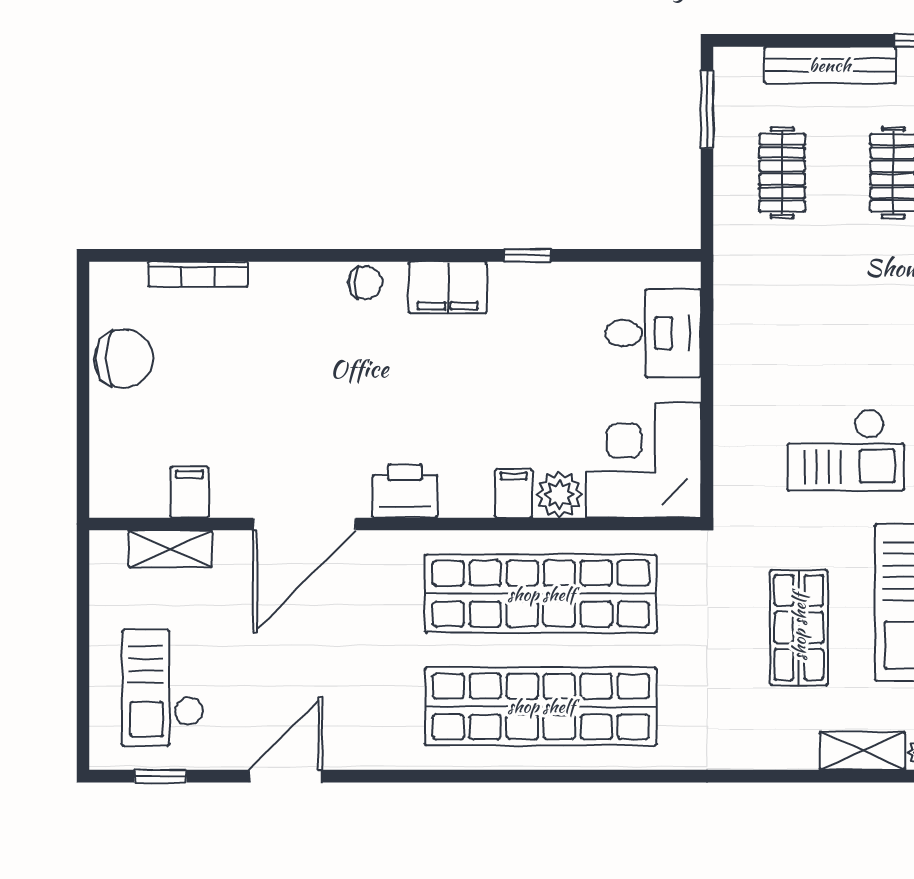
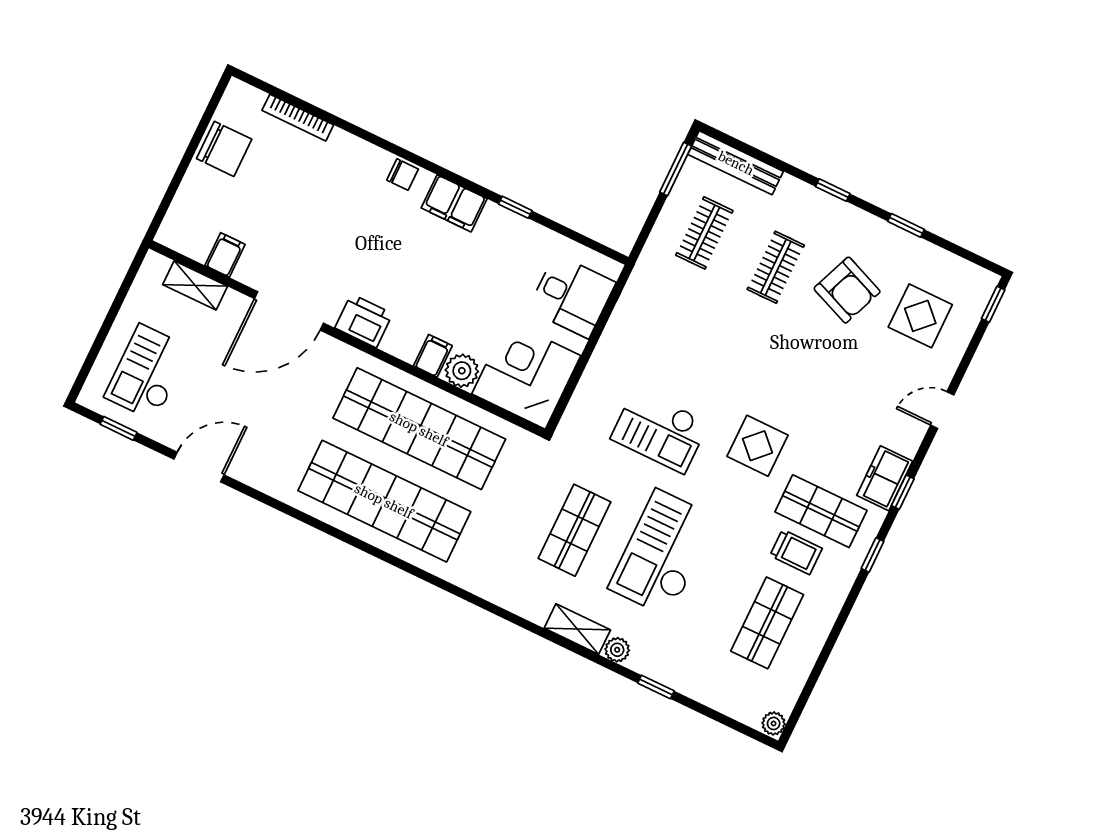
bench: (830, 65) -> (736, 163), moved

